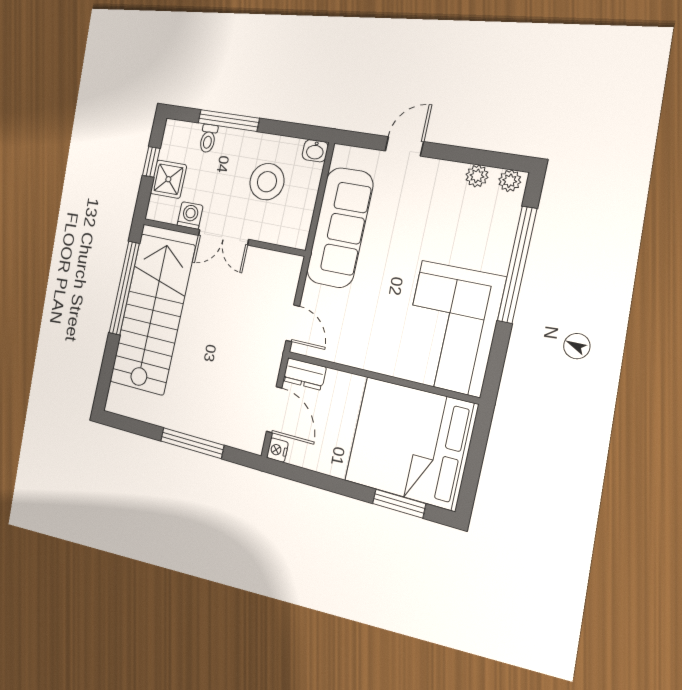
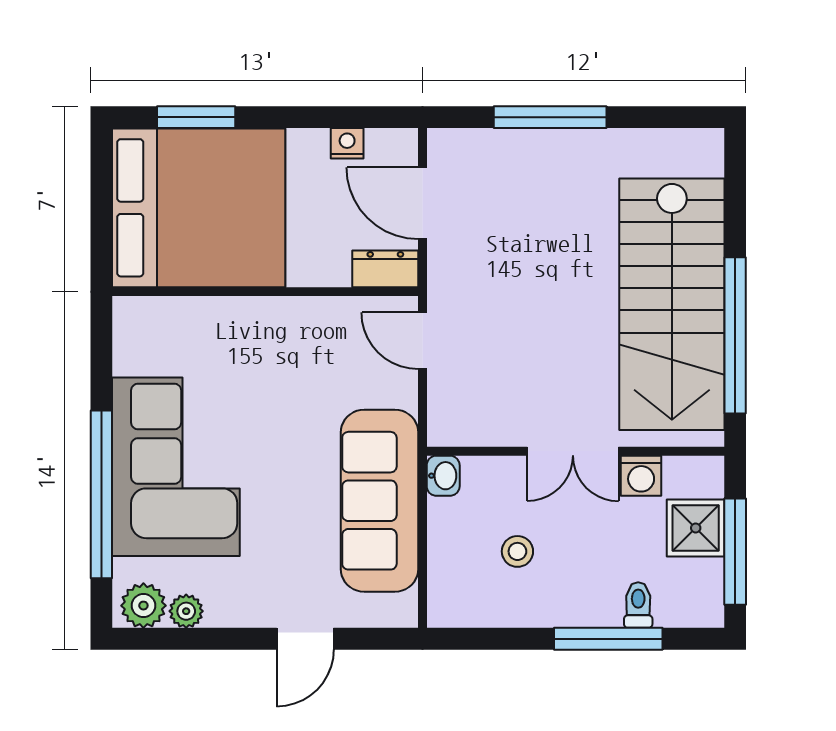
washbasin: (315, 151) -> (443, 476), moved, turned 90
window: (151, 162) -> (735, 552), width x2.17
plant: (510, 181) -> (143, 606), width x1.38, depth x1.38
stool: (267, 182) -> (517, 551), width x0.53, depth x0.53
double door: (223, 237) -> (573, 451), swing flipped
corner sofa: (451, 328) -> (176, 467), moved
nightstand: (277, 450) -> (347, 143), moved, turned -90

